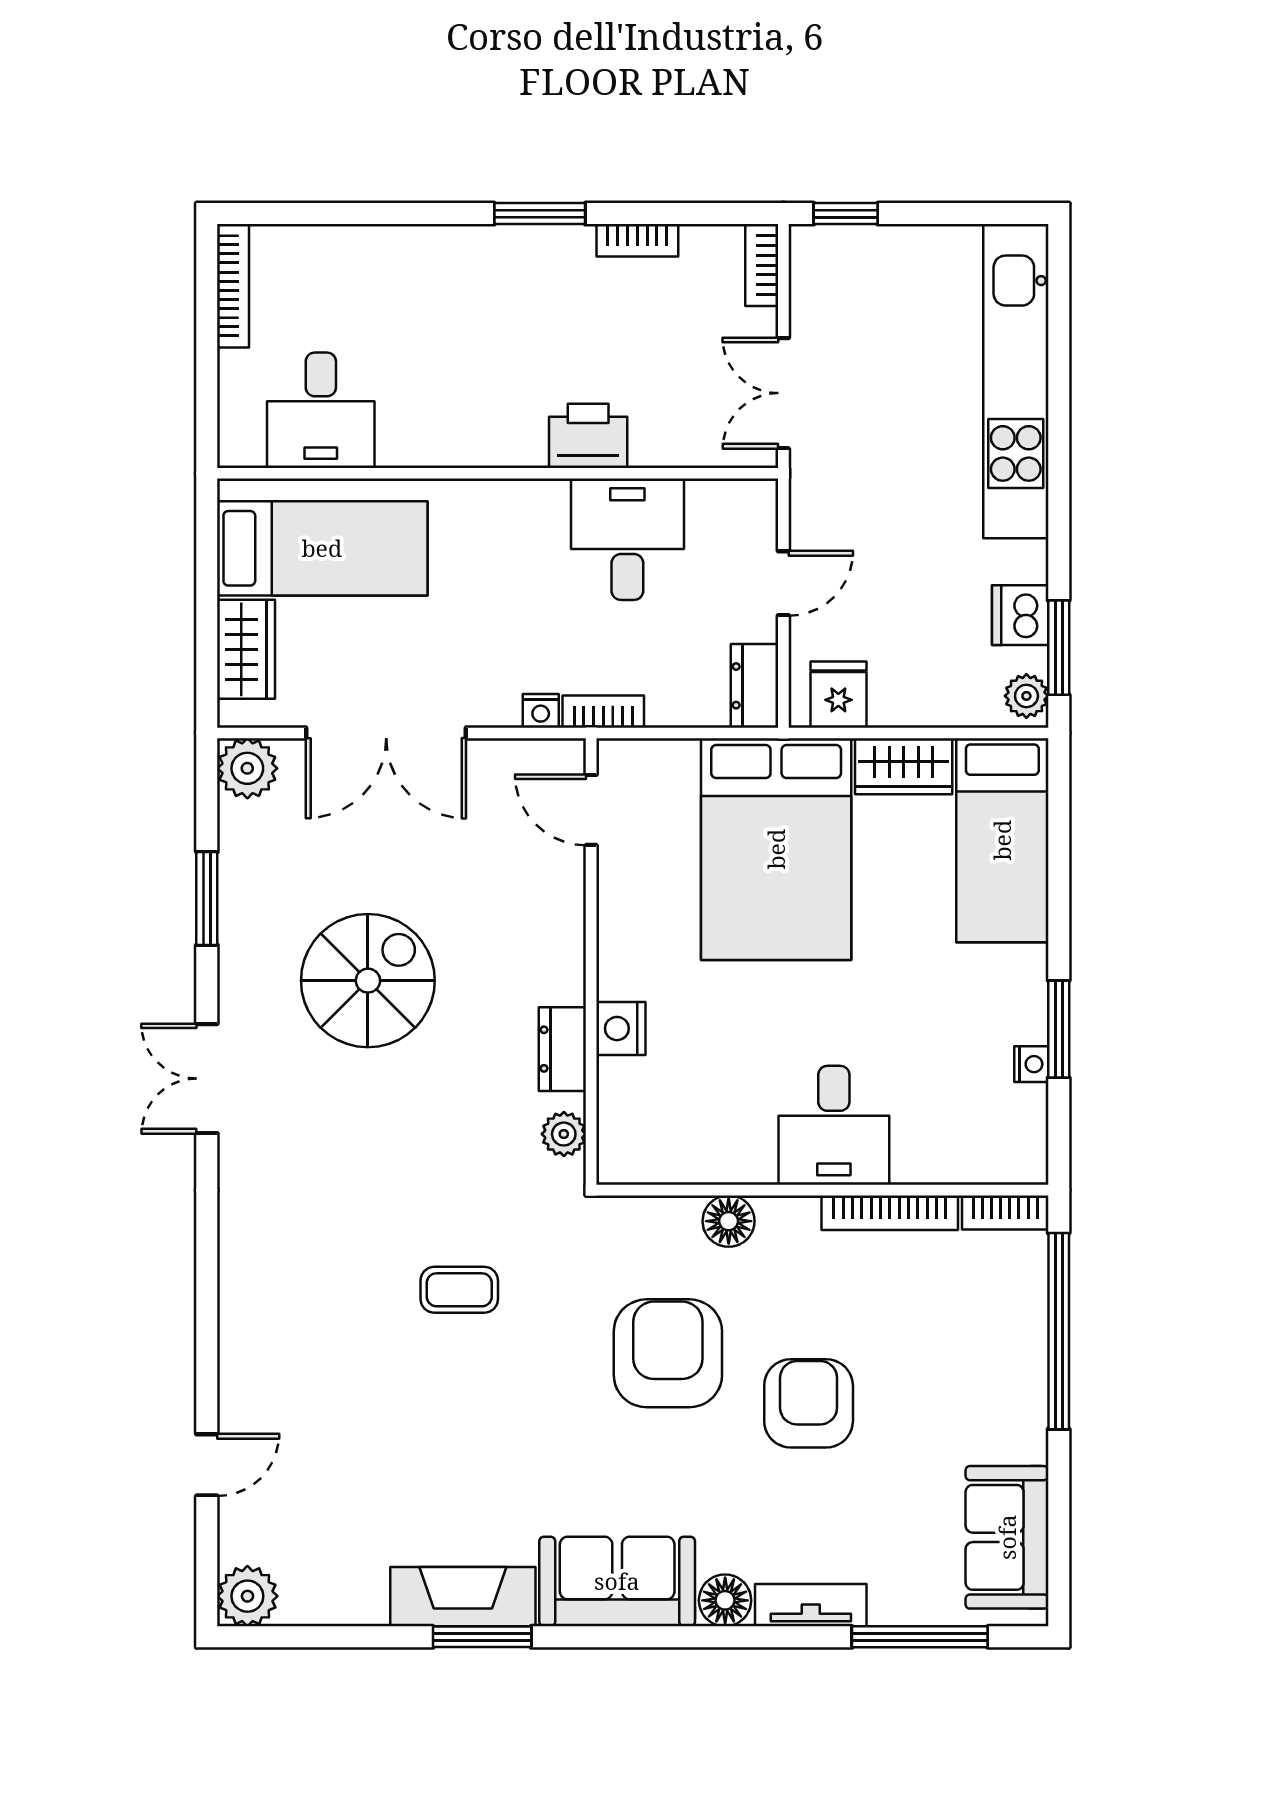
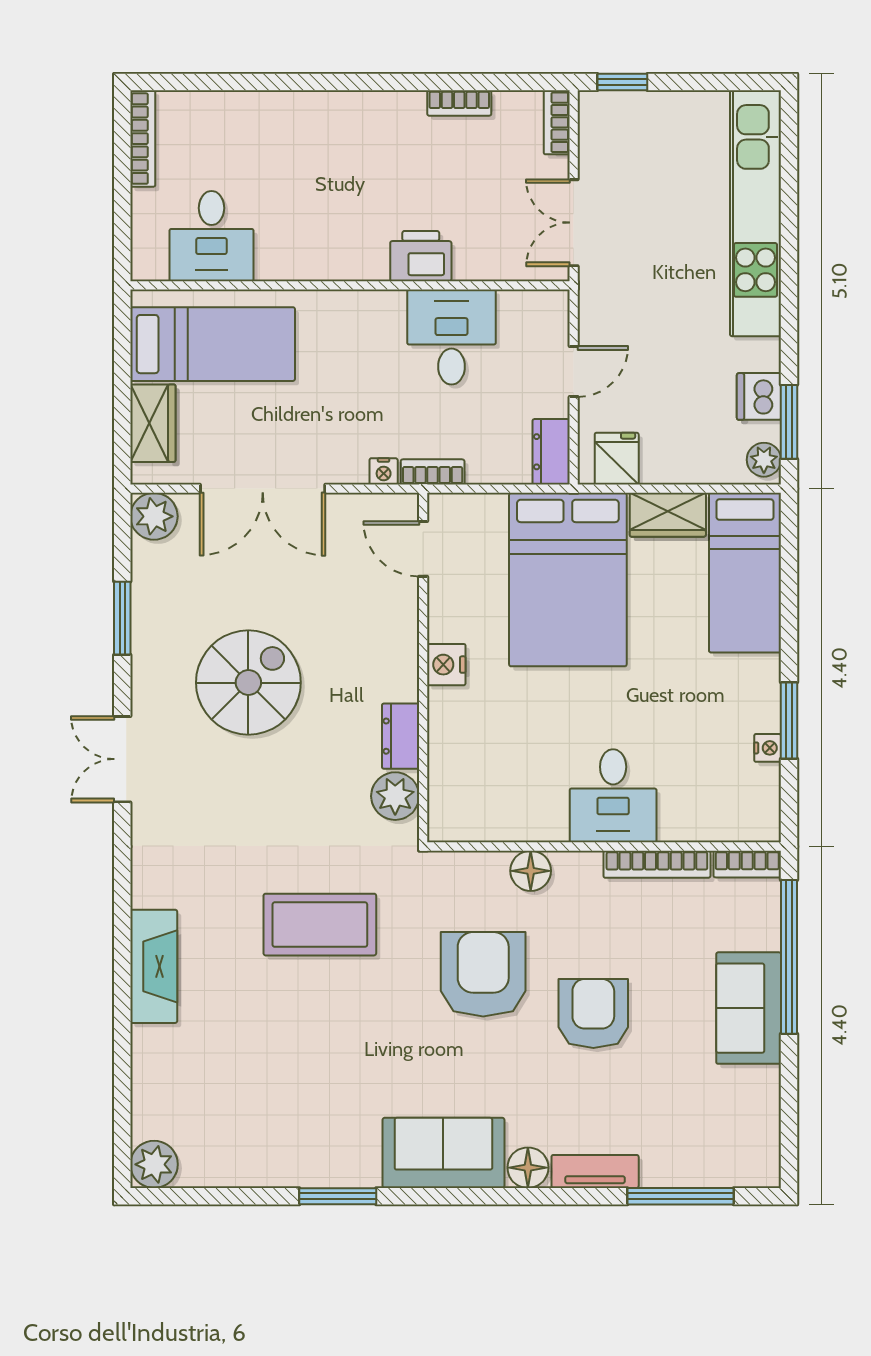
window: (540, 214) -> (383, 82), removed
nightstand: (621, 1029) -> (446, 665), moved
plant: (564, 1134) -> (395, 796), width x1.38, depth x1.38
coffee table: (459, 1290) -> (320, 925), width x1.86, depth x1.72
door: (207, 1465) -> (122, 1062), removed
sofa: (1007, 1537) -> (749, 1008), moved
fireplace: (463, 1597) -> (154, 966), moved, turned 90

